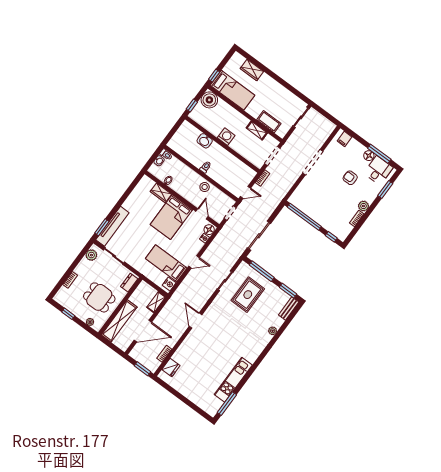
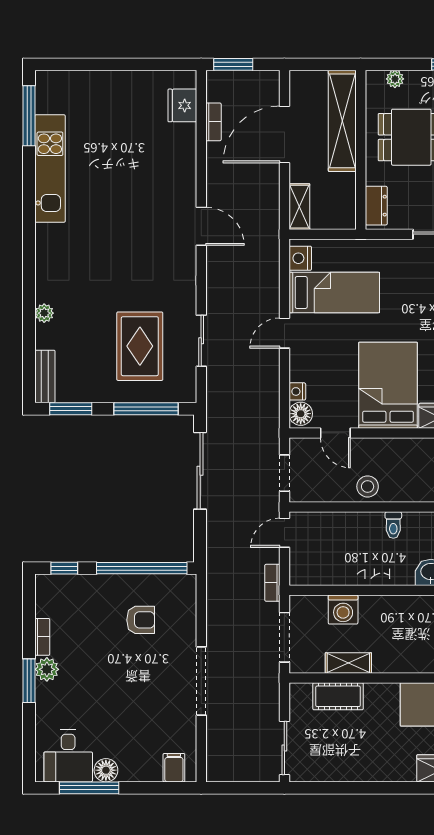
washing machine: (226, 137) -> (343, 609), moved
armchair: (350, 178) -> (141, 620), moved
window: (385, 189) -> (29, 681), moved

